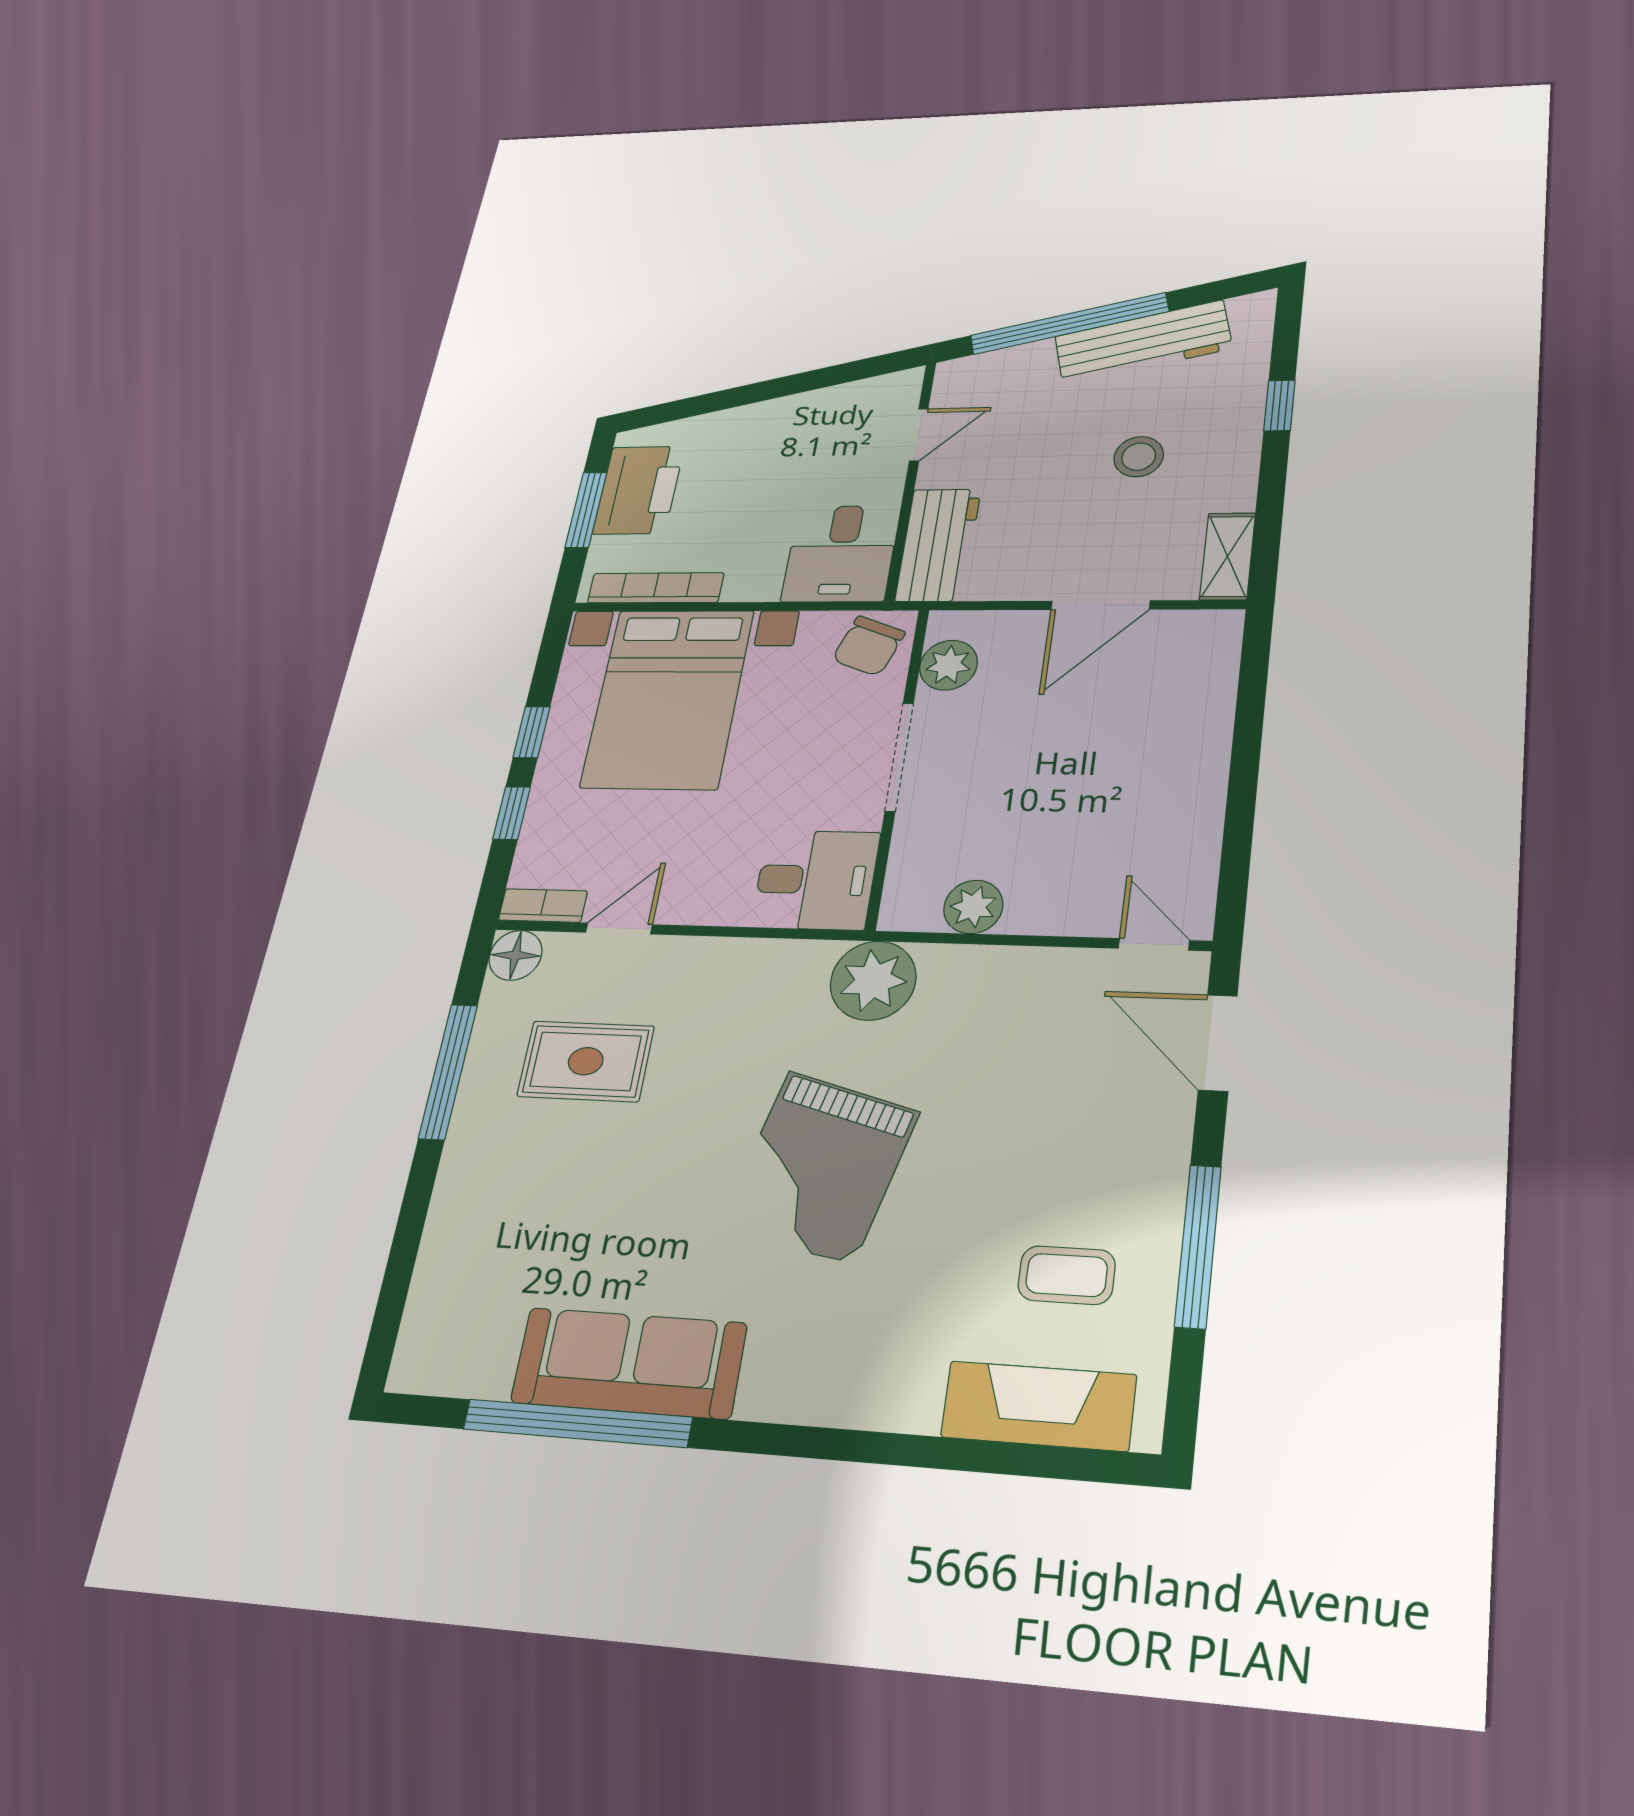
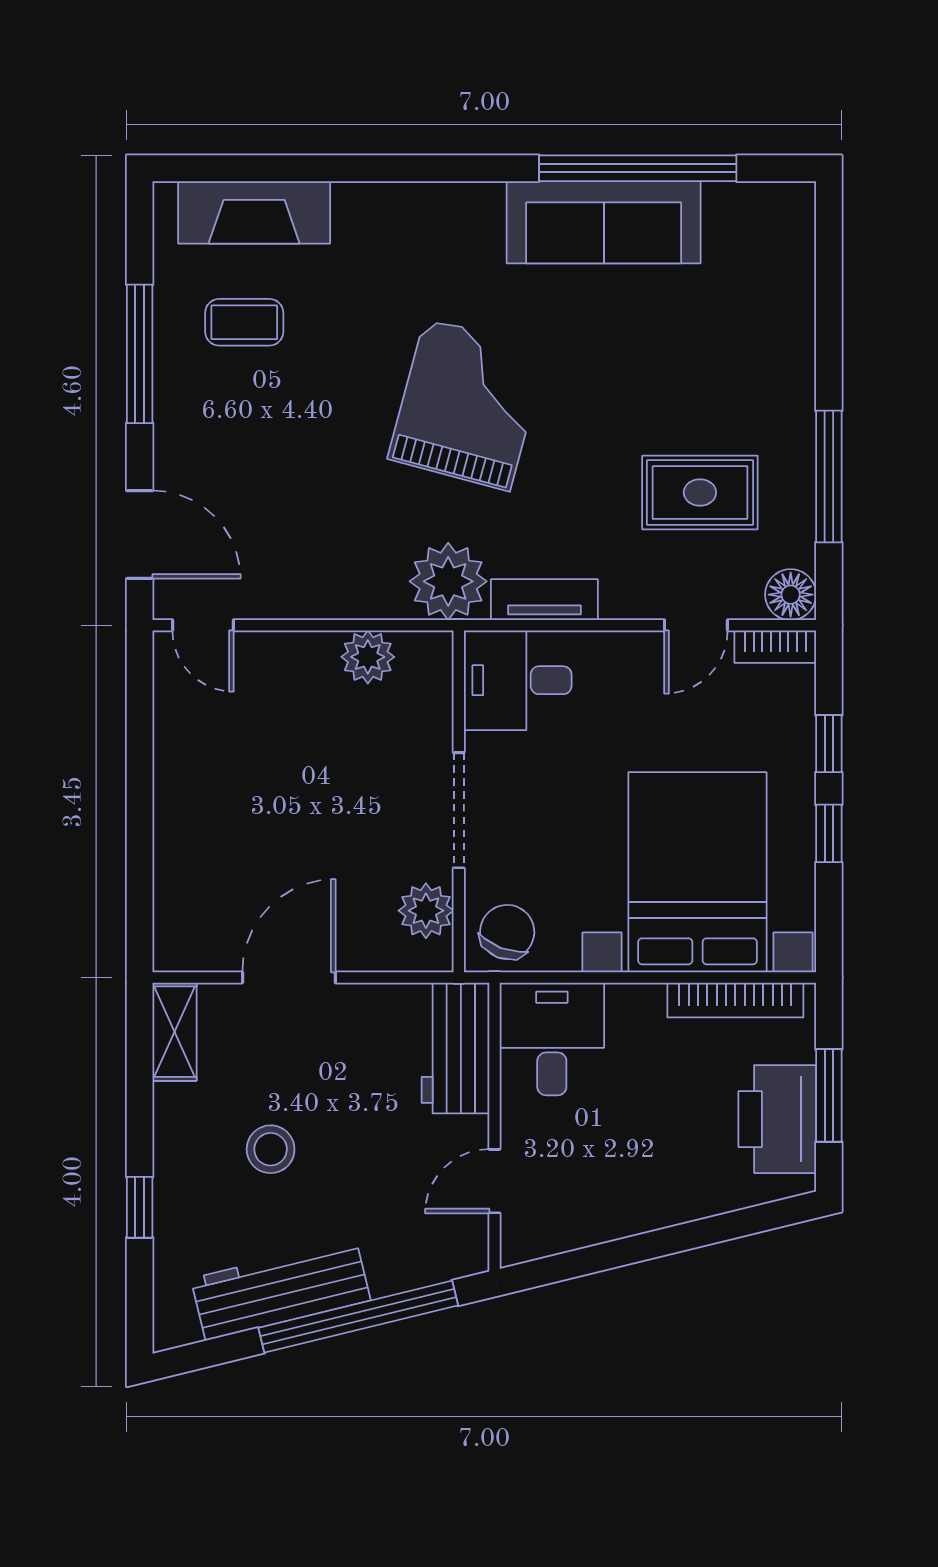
tv unit: (772, 959) -> (544, 600), added

